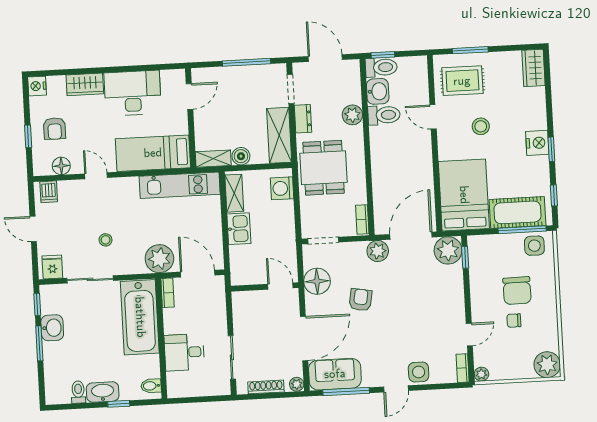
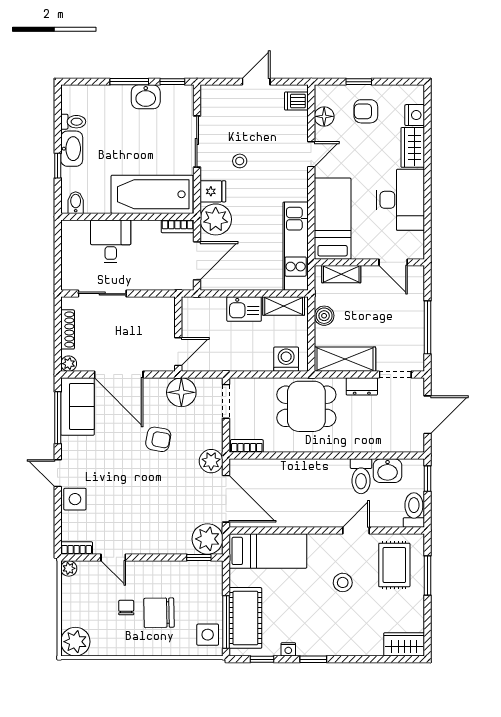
toilet: (381, 67) -> (414, 510), moved, turned 180
nightstand: (37, 86) -> (415, 115), moved, turned 90
plant: (352, 115) -> (363, 441), removed
nightstand: (537, 143) -> (288, 649), moved, width x0.53, depth x0.56
shelving: (213, 159) -> (341, 274), moved, turned 90
bed: (464, 195) -> (268, 551), width x0.67
fridge: (52, 267) -> (213, 191), moved

